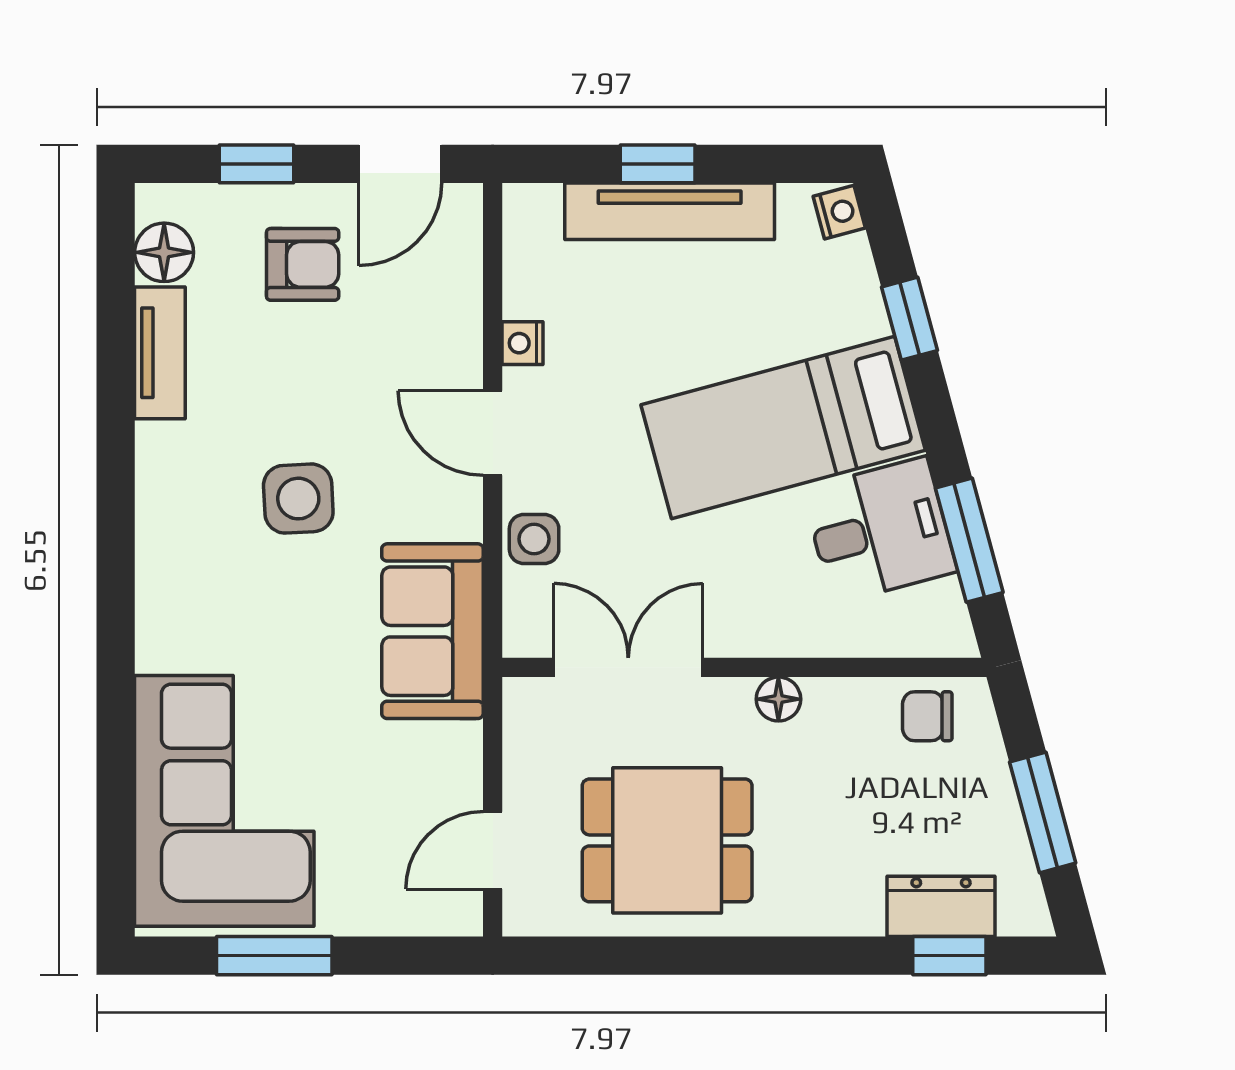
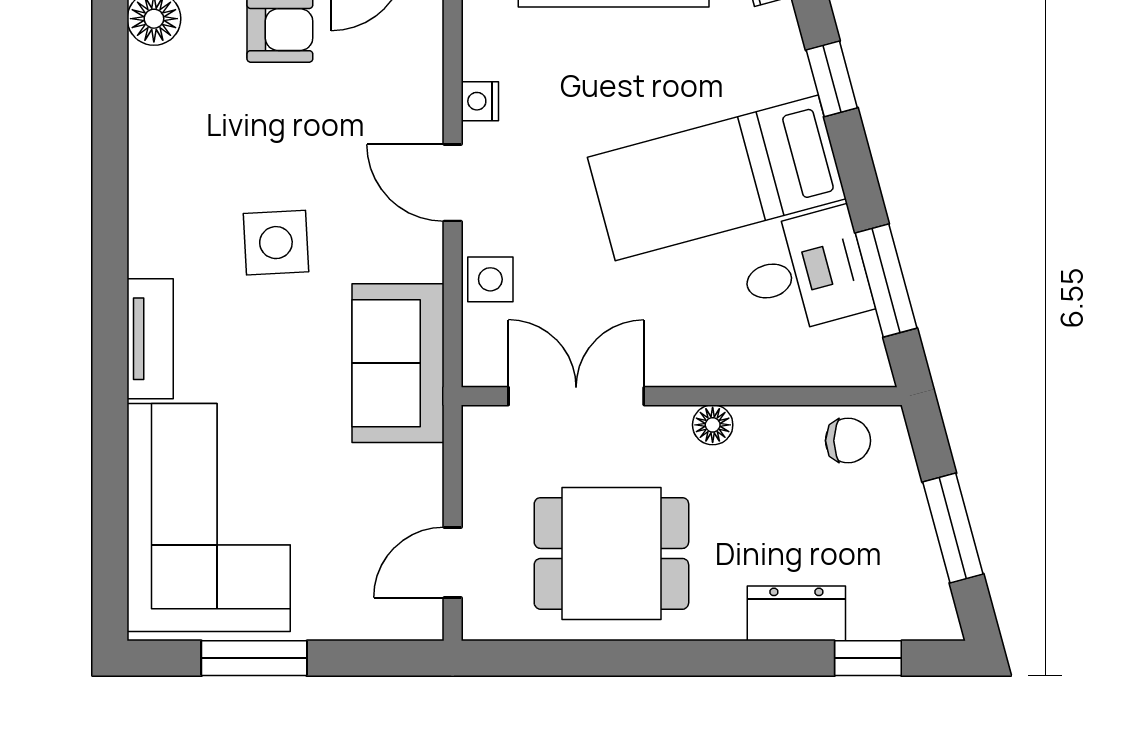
tv unit: (160, 353) -> (150, 339), moved
chair: (927, 716) -> (848, 441), turned 180
dresser: (941, 906) -> (796, 613), moved

